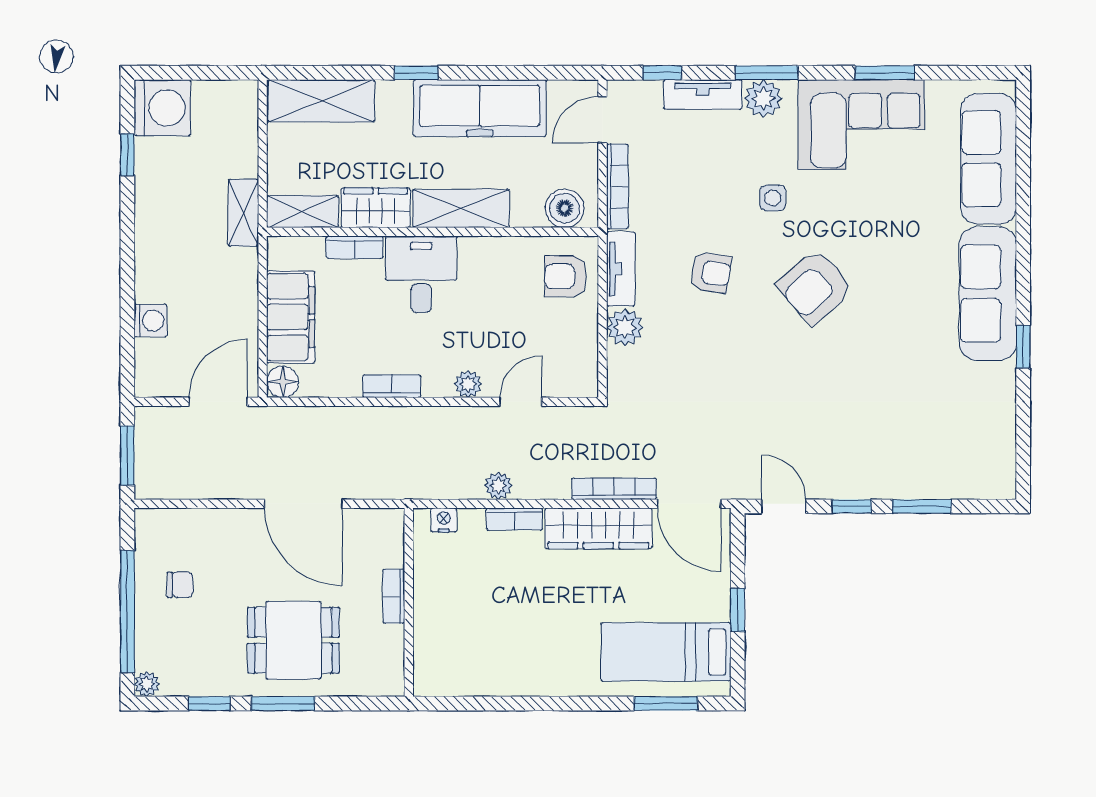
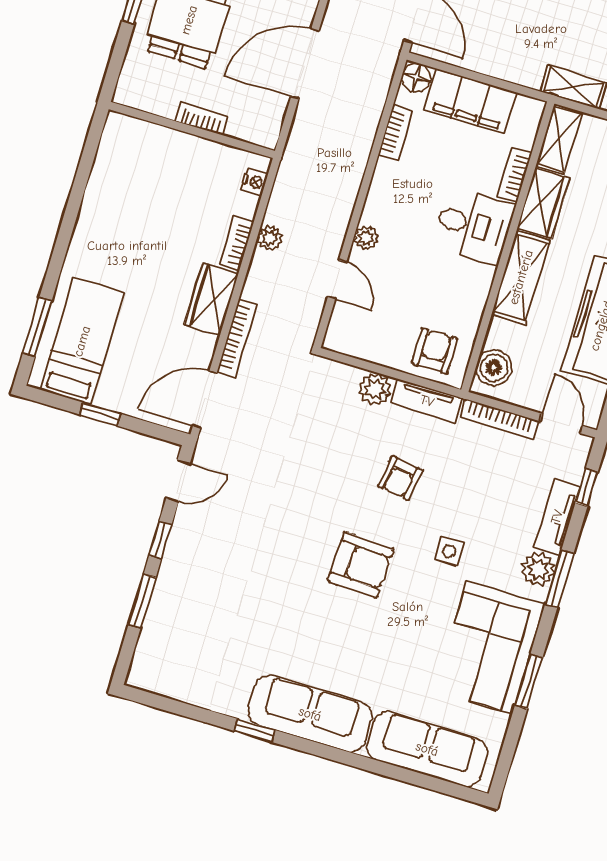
armchair: (815, 287) -> (361, 565), turned 134
bookcase: (392, 386) -> (396, 133), moved
wardrobe: (598, 528) -> (211, 299), width x0.67

